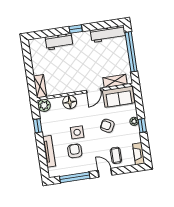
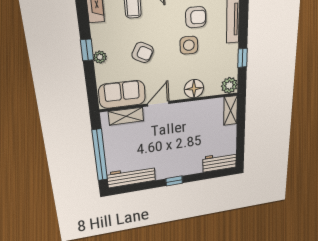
workbench: (59, 42) -> (220, 162), moved
armchair: (75, 151) -> (196, 17), turned -90

